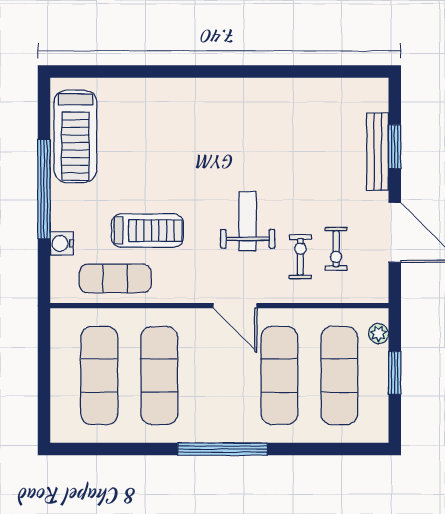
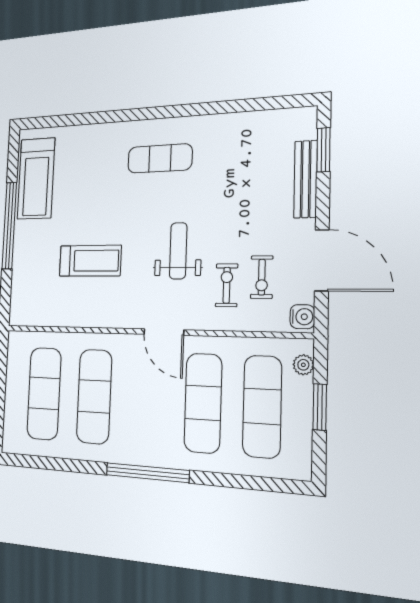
window: (395, 147) -> (323, 150), moved
water cooler: (62, 243) -> (302, 317), moved, turned 180
exercise mat: (115, 279) -> (160, 158), moved

